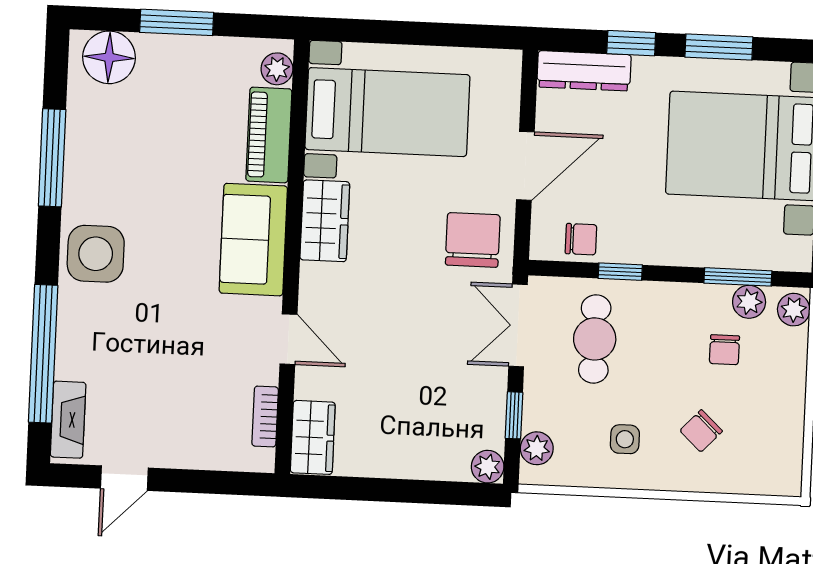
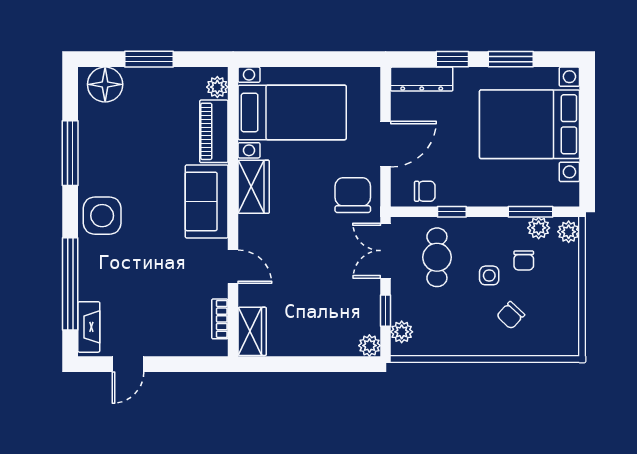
side table: (625, 439) -> (489, 275), moved

